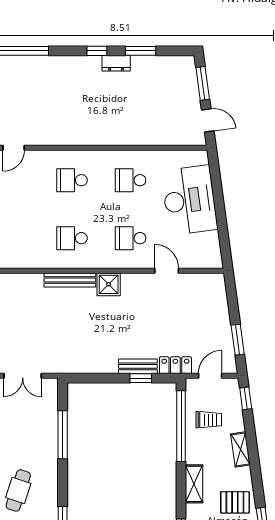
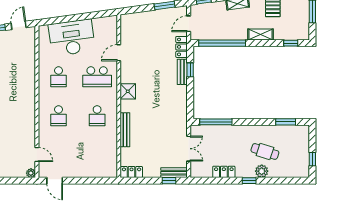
school desk: (131, 238) -> (97, 77), width x1.85
bench: (70, 280) -> (125, 130), moved
door: (210, 376) -> (189, 24), hinge flipped
trolley: (209, 420) -> (218, 25), removed
window: (63, 435) -> (216, 122), moved

